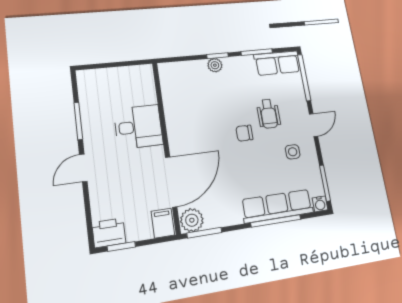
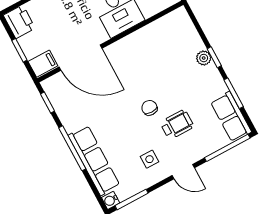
wheelchair: (269, 114) -> (177, 124), turned 180
plant: (192, 220) -> (54, 88), removed
window: (276, 221) -> (72, 148), moved
window: (204, 233) -> (47, 102), width x0.67
window: (121, 246) -> (19, 50), moved

